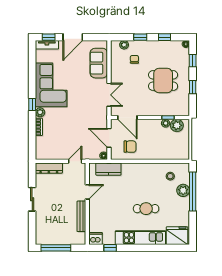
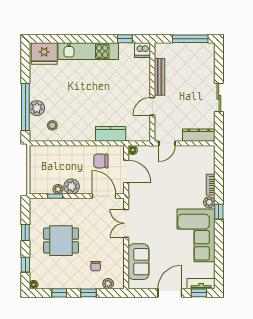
plant: (177, 125) -> (72, 186), moved
kitchen counter: (108, 169) -> (111, 134), moved
cafe table: (146, 209) -> (82, 86), removed

